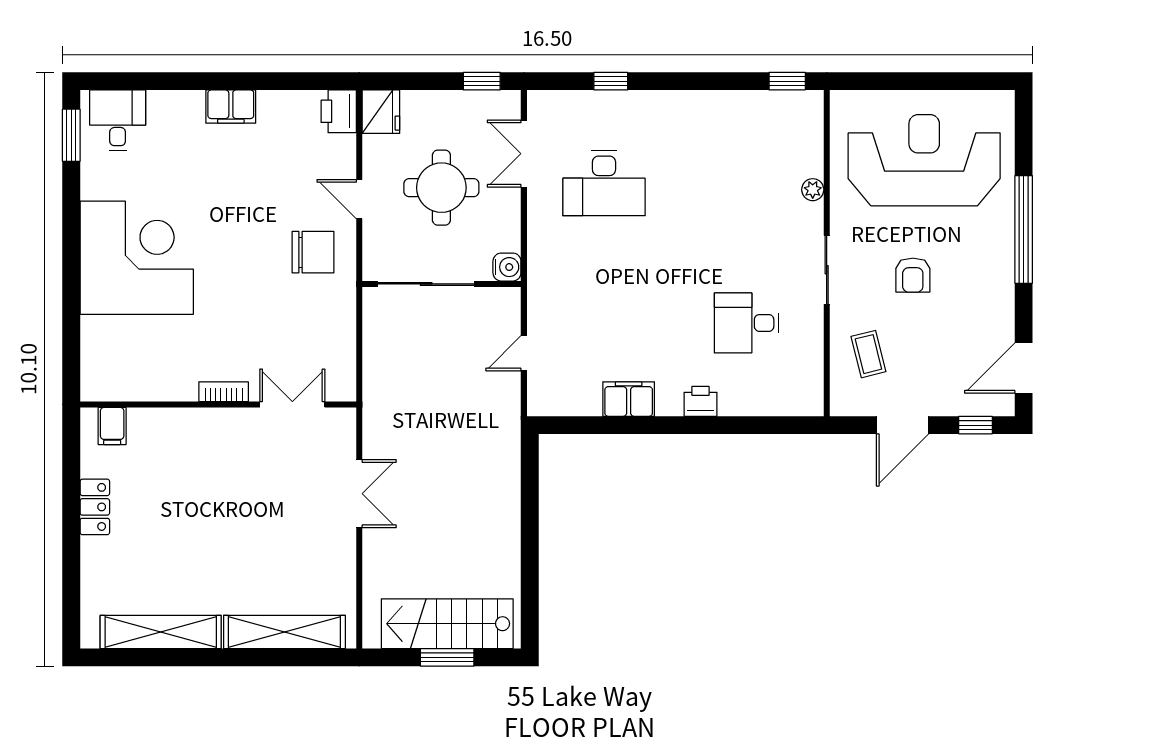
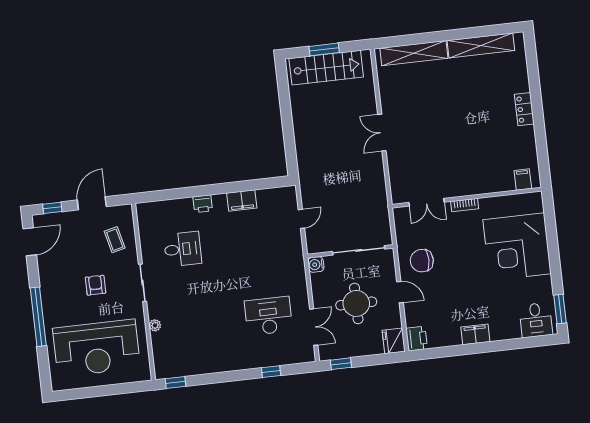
bookcase: (224, 392) -> (465, 205), moved
wall: (218, 405) -> (467, 198), moved
double door: (292, 405) -> (427, 202), moved
filing cabinet: (112, 426) -> (523, 180), moved

